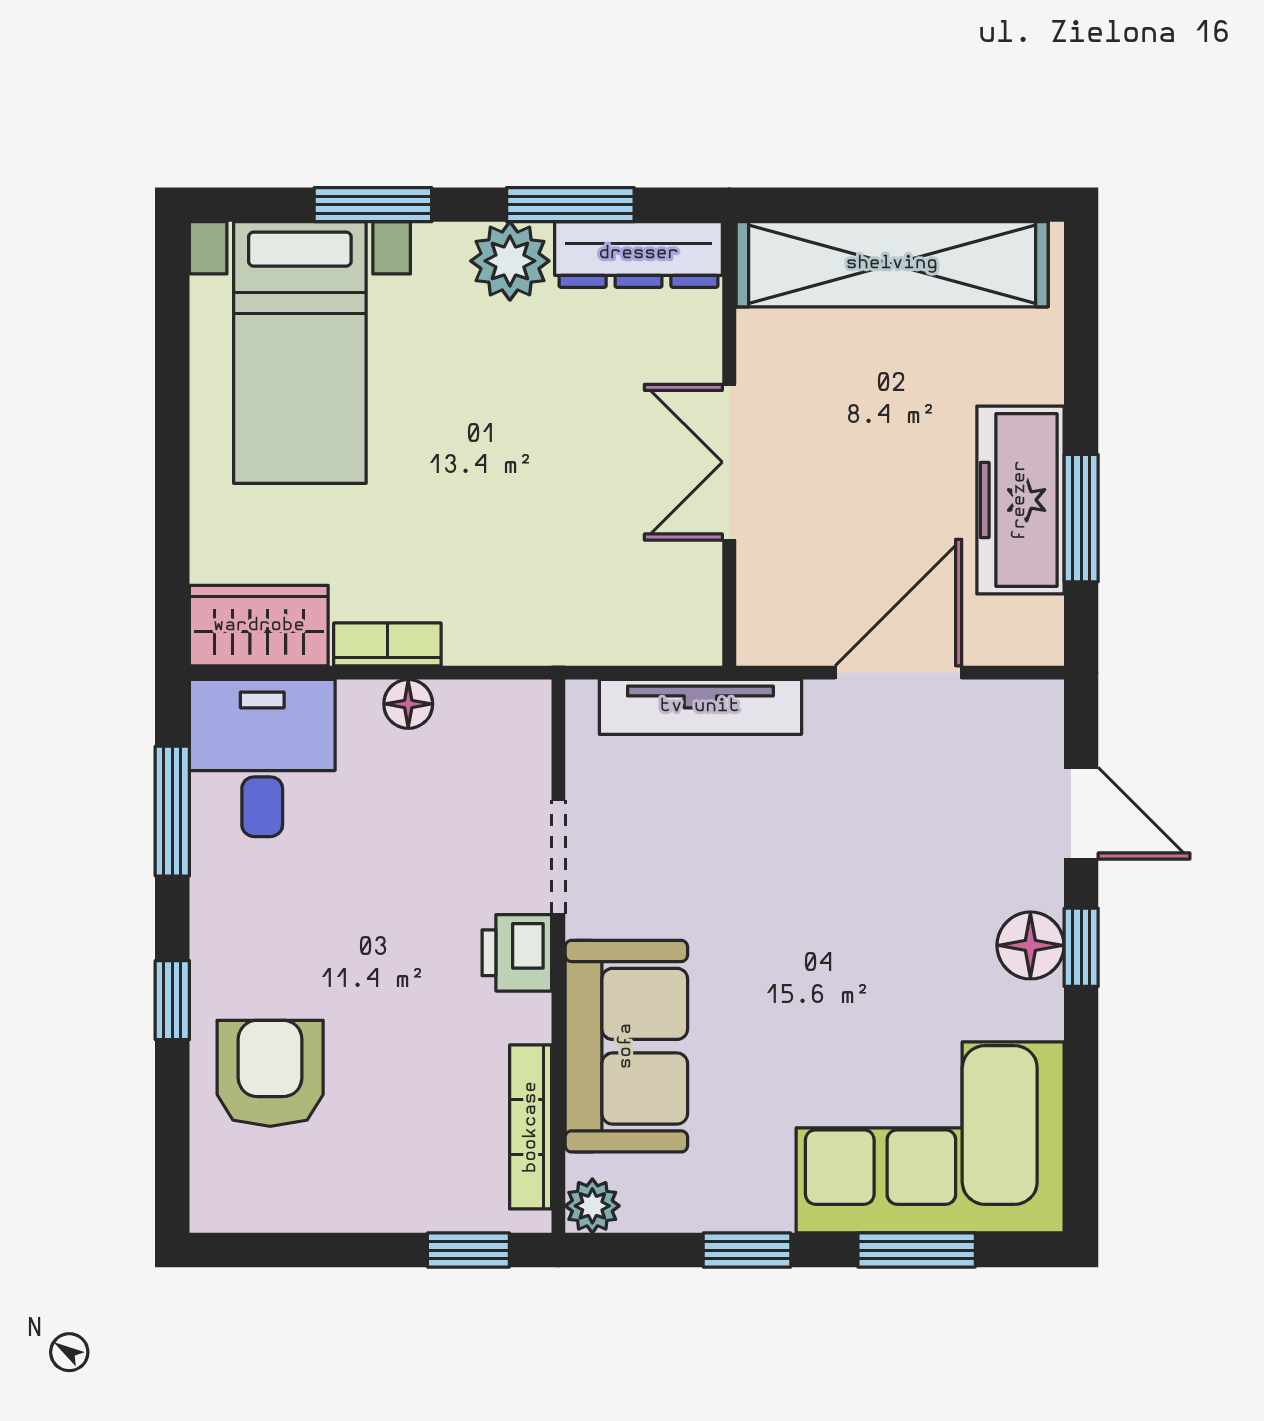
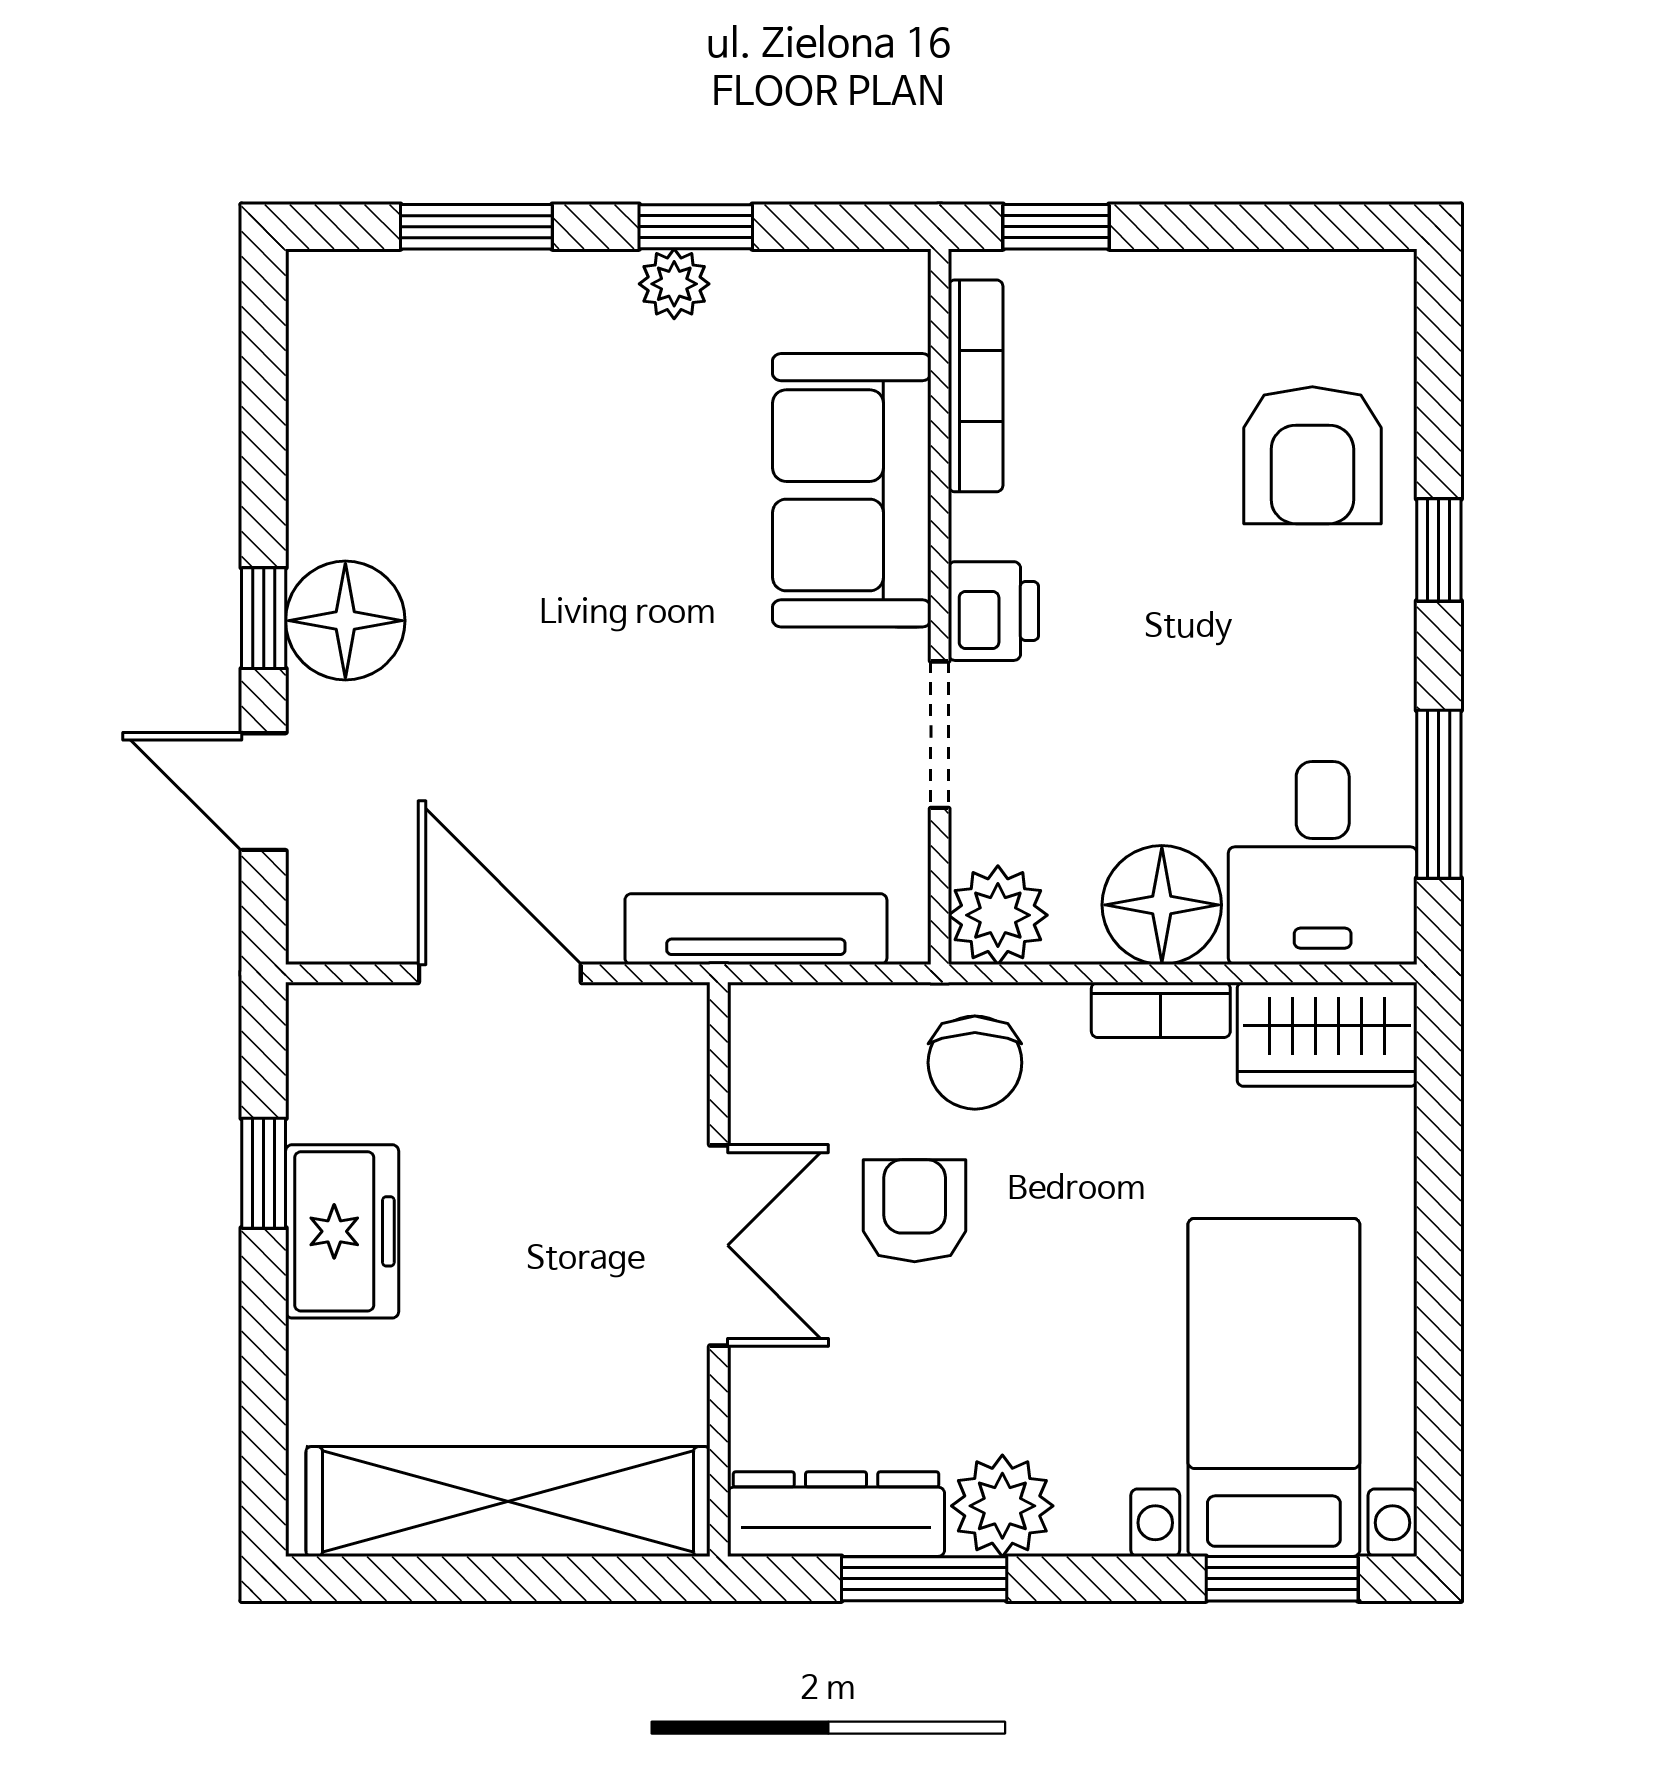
window: (373, 205) -> (1282, 1579), moved
armchair: (578, 489) -> (915, 1211), added
freezer: (1020, 500) -> (342, 1231), width x0.71
window: (1081, 518) -> (264, 1173), width x0.67
chair: (531, 604) -> (975, 1063), added
door: (898, 673) -> (500, 973), swing flipped
floor lamp: (408, 704) -> (1162, 905), width x1.89, depth x1.89
plant: (513, 718) -> (998, 915), added
floor lamp: (1030, 945) -> (345, 621), width x1.38, depth x1.38
corner sofa: (930, 1137) -> (459, 372), removed
plant: (592, 1206) -> (674, 284), moved

